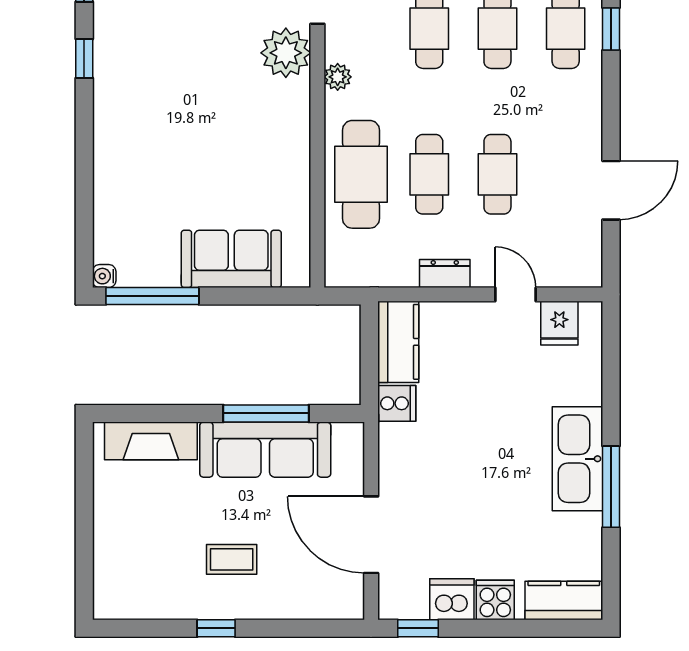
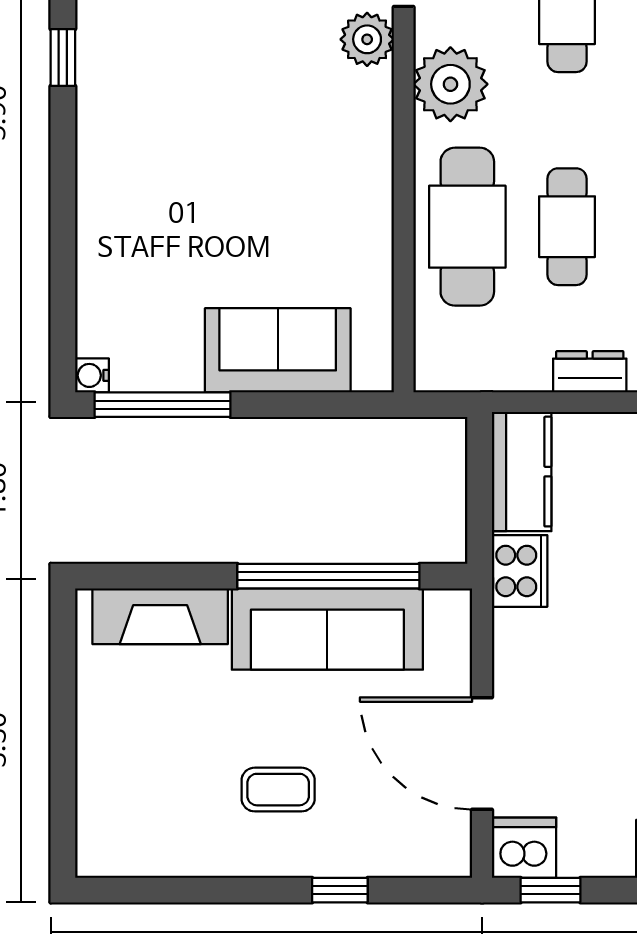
plant: (286, 53) -> (367, 39), width x0.73, depth x0.73
plant: (338, 77) -> (450, 84), width x1.87, depth x1.87
cooker: (397, 403) -> (520, 571), width x1.36
window: (266, 413) -> (328, 576), width x1.46
dishwasher: (452, 599) -> (524, 848), moved
window: (216, 628) -> (340, 890), moved

